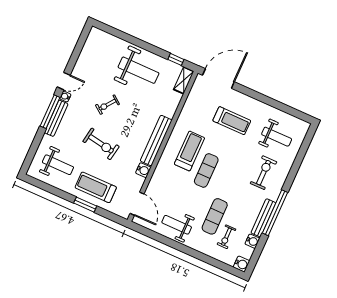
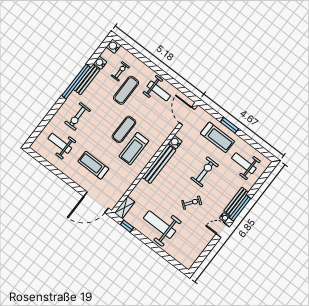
exercise bike: (101, 144) -> (205, 172), turned 80

